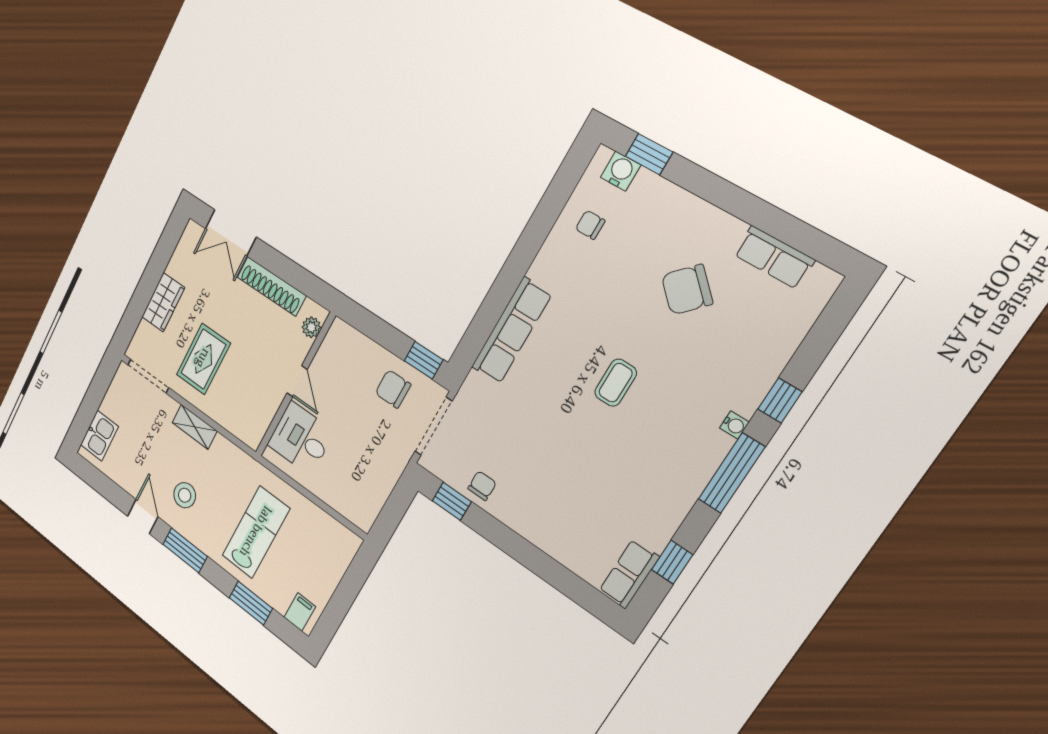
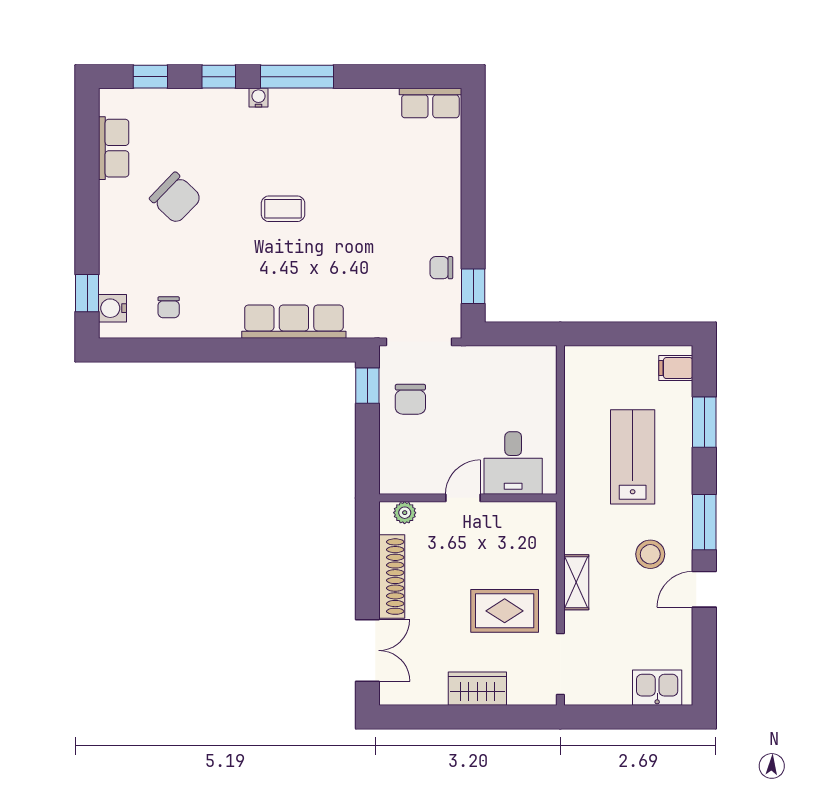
lab bench: (256, 532) -> (633, 457), turned 90
window: (672, 562) -> (150, 77), moved

